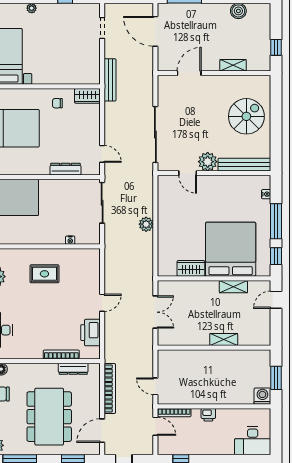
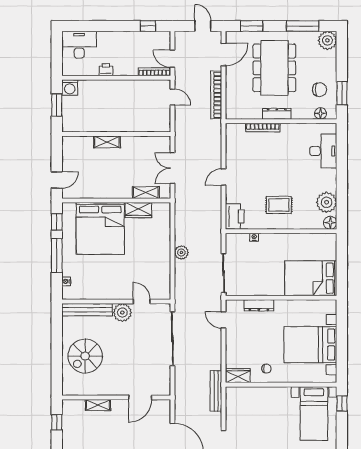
shelving: (233, 287) -> (146, 193), moved
printer: (90, 333) -> (235, 216), moved
dresser: (73, 369) -> (277, 114), moved
printer: (208, 415) -> (106, 70), moved

